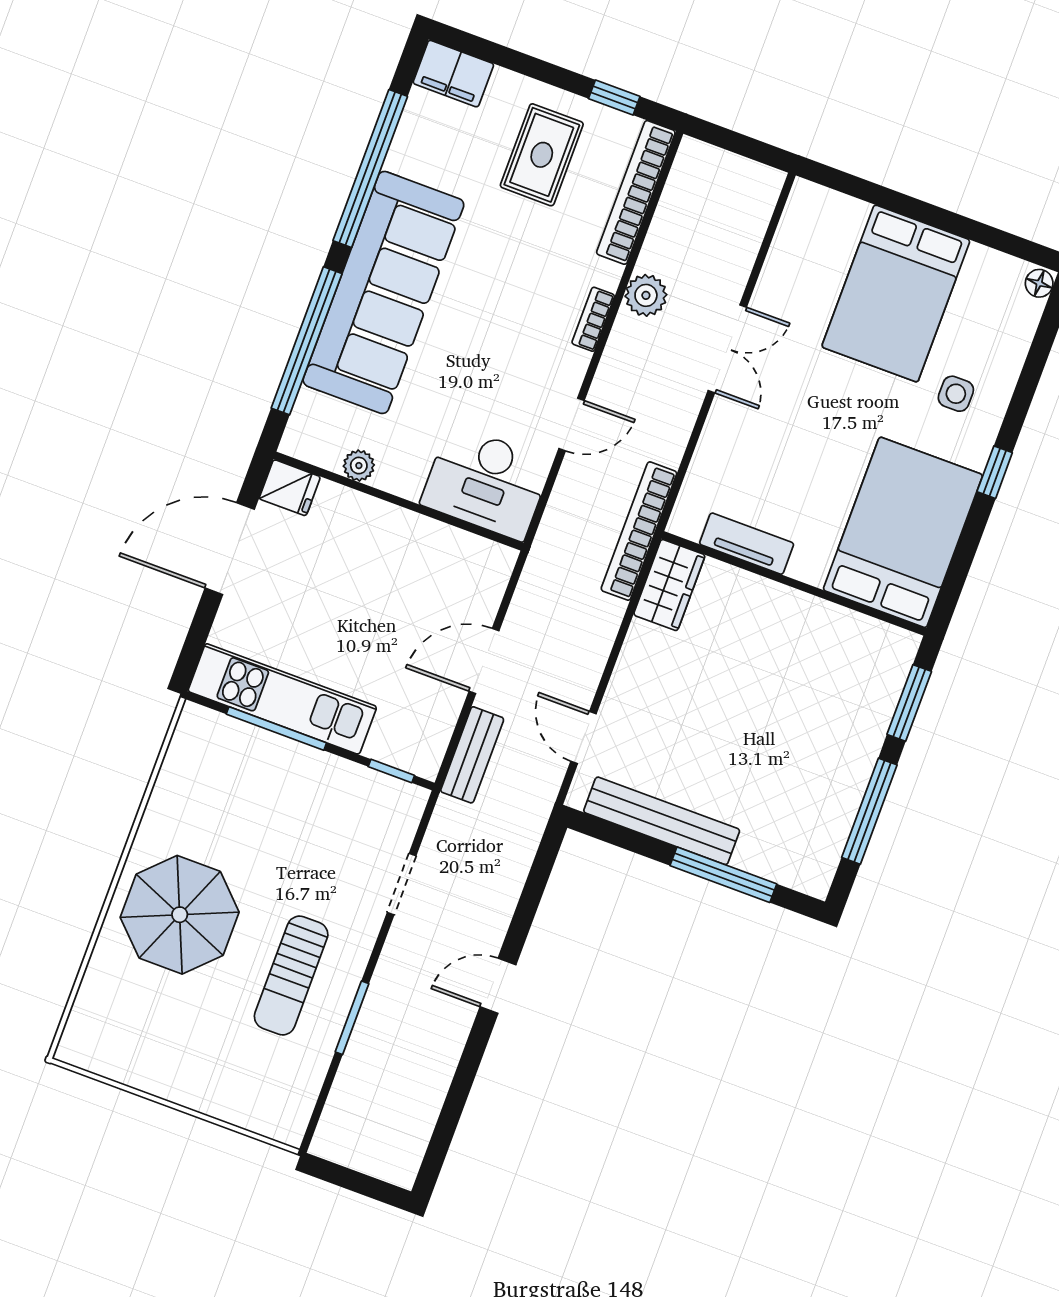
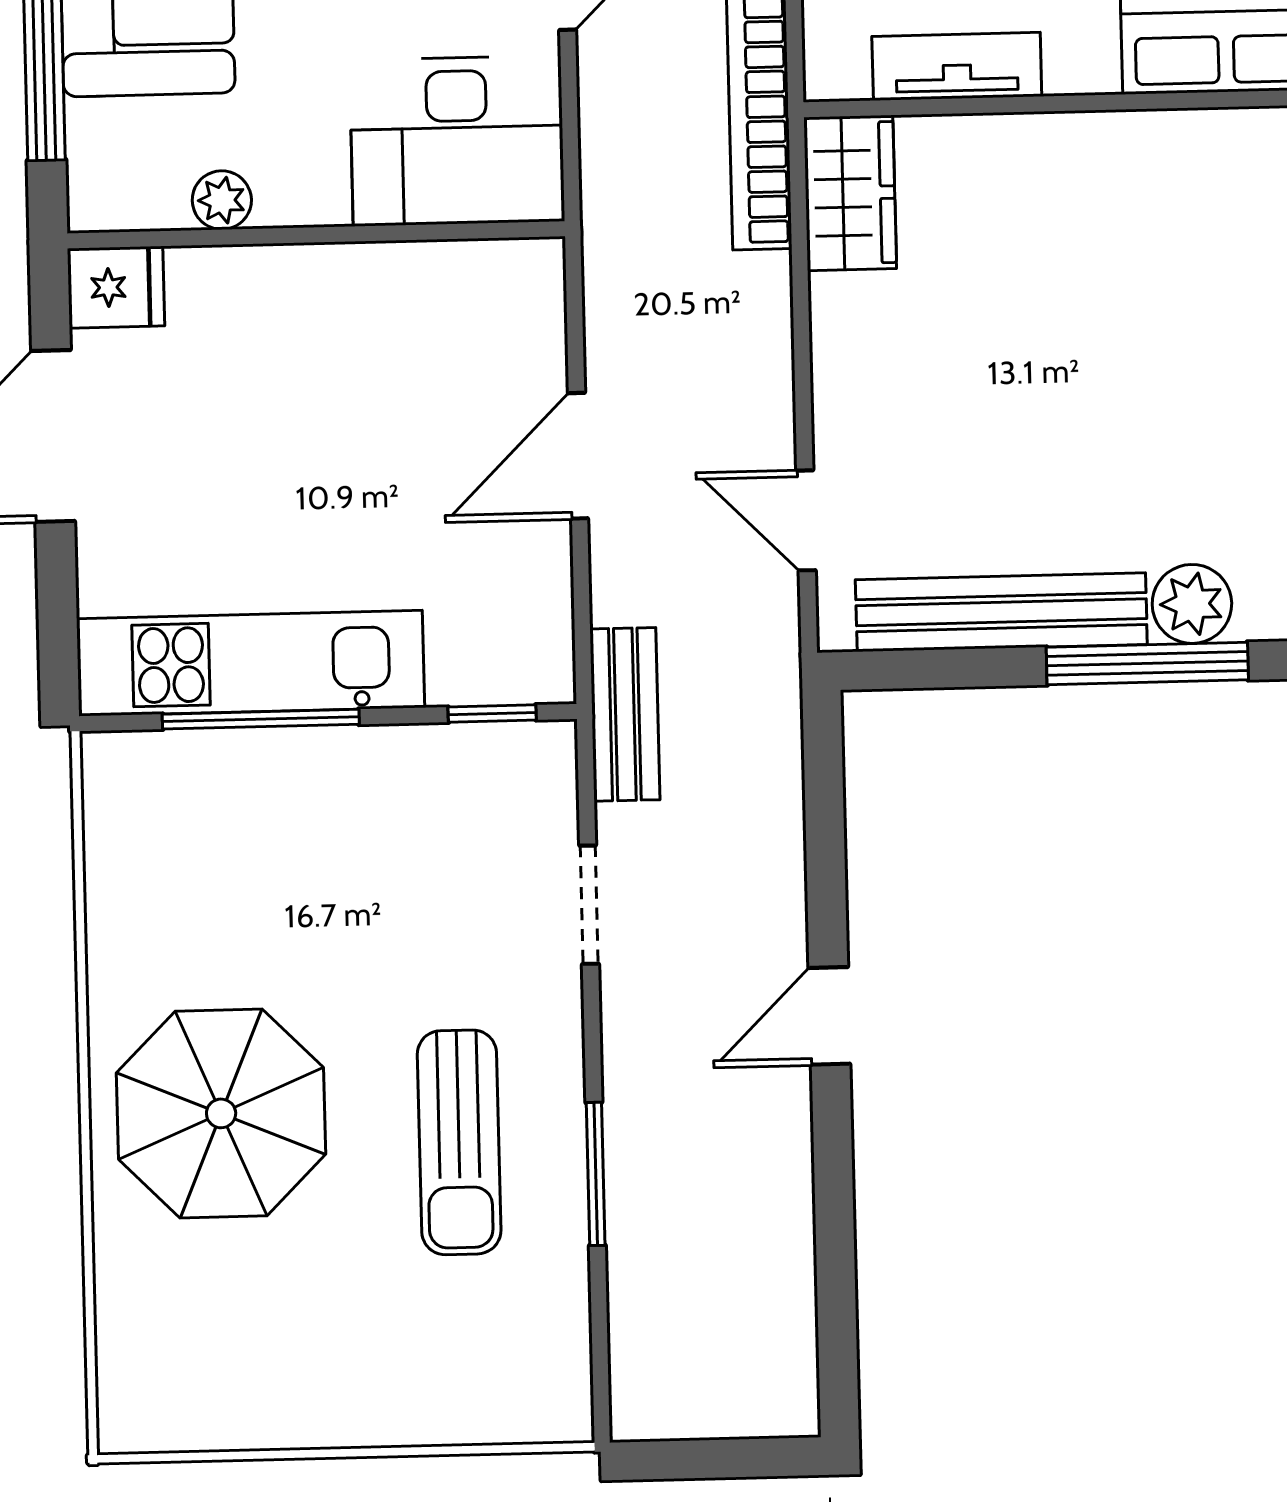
bench: (472, 755) -> (625, 714), moved
plant: (757, 854) -> (1192, 604), added

